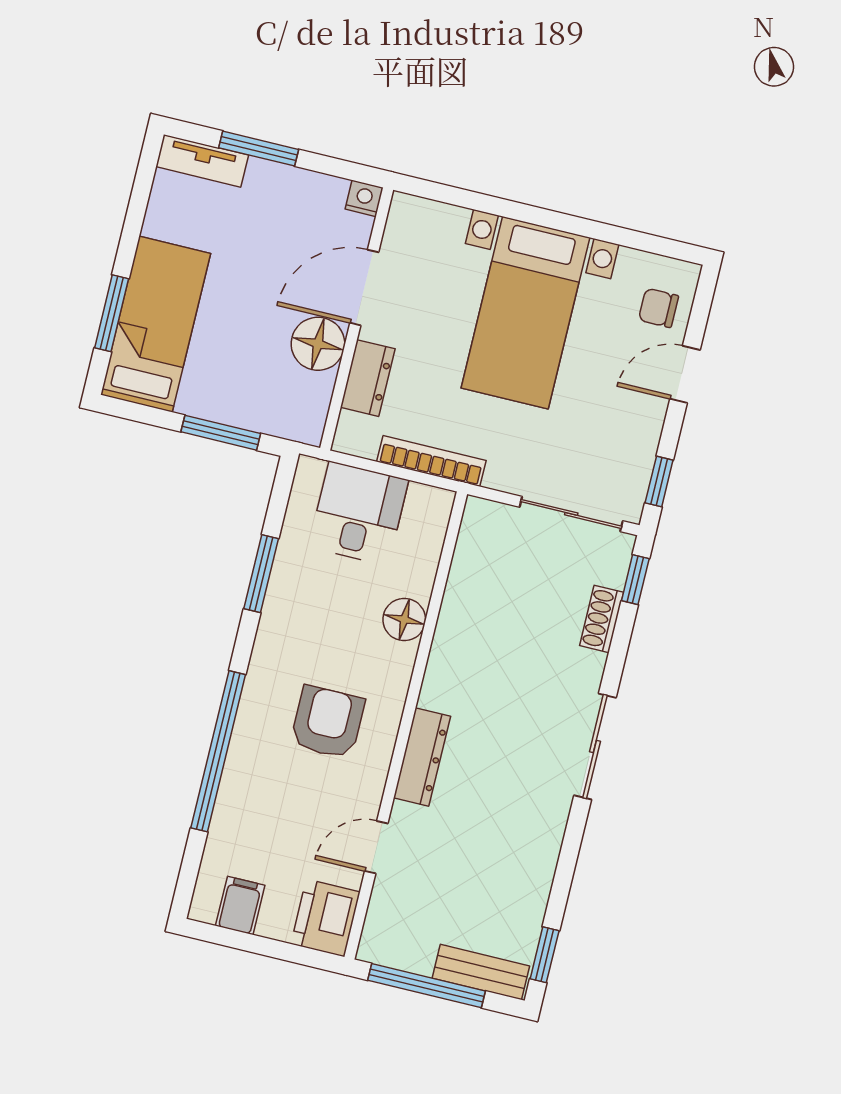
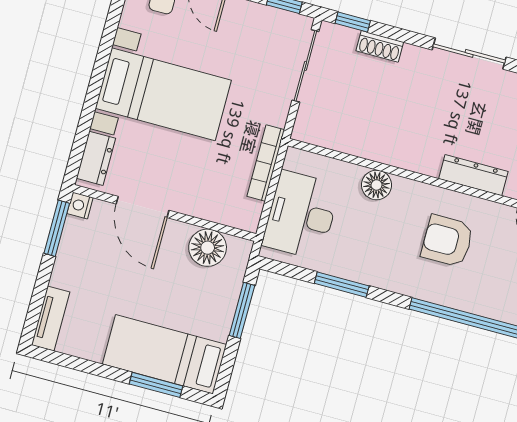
window: (259, 149) -> (57, 228), moved
floor lamp: (318, 344) -> (208, 248), moved
dresser: (368, 378) -> (96, 158), moved, turned 90
desk: (359, 513) -> (301, 215), width x1.37

